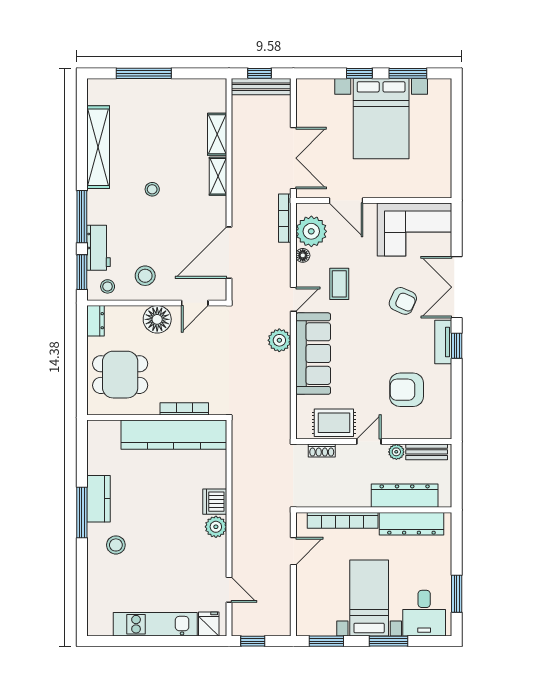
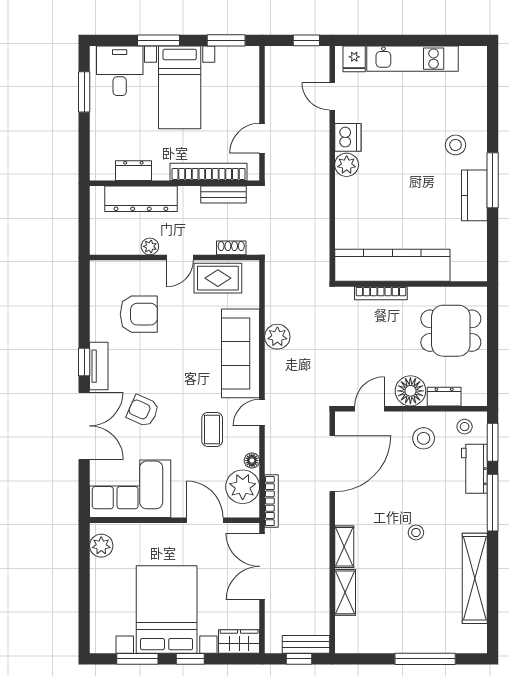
bench: (261, 87) -> (306, 644), width x0.73
wardrobe: (315, 89) -> (239, 641), added
plant: (441, 177) -> (101, 546), added
dresser: (95, 321) -> (444, 397), moved, turned 90
plant: (279, 340) -> (277, 337), moved
bench: (427, 452) -> (224, 194), moved
dishwasher: (215, 502) -> (348, 137), moved
dresser: (411, 524) -> (133, 171), width x0.51, depth x0.80

